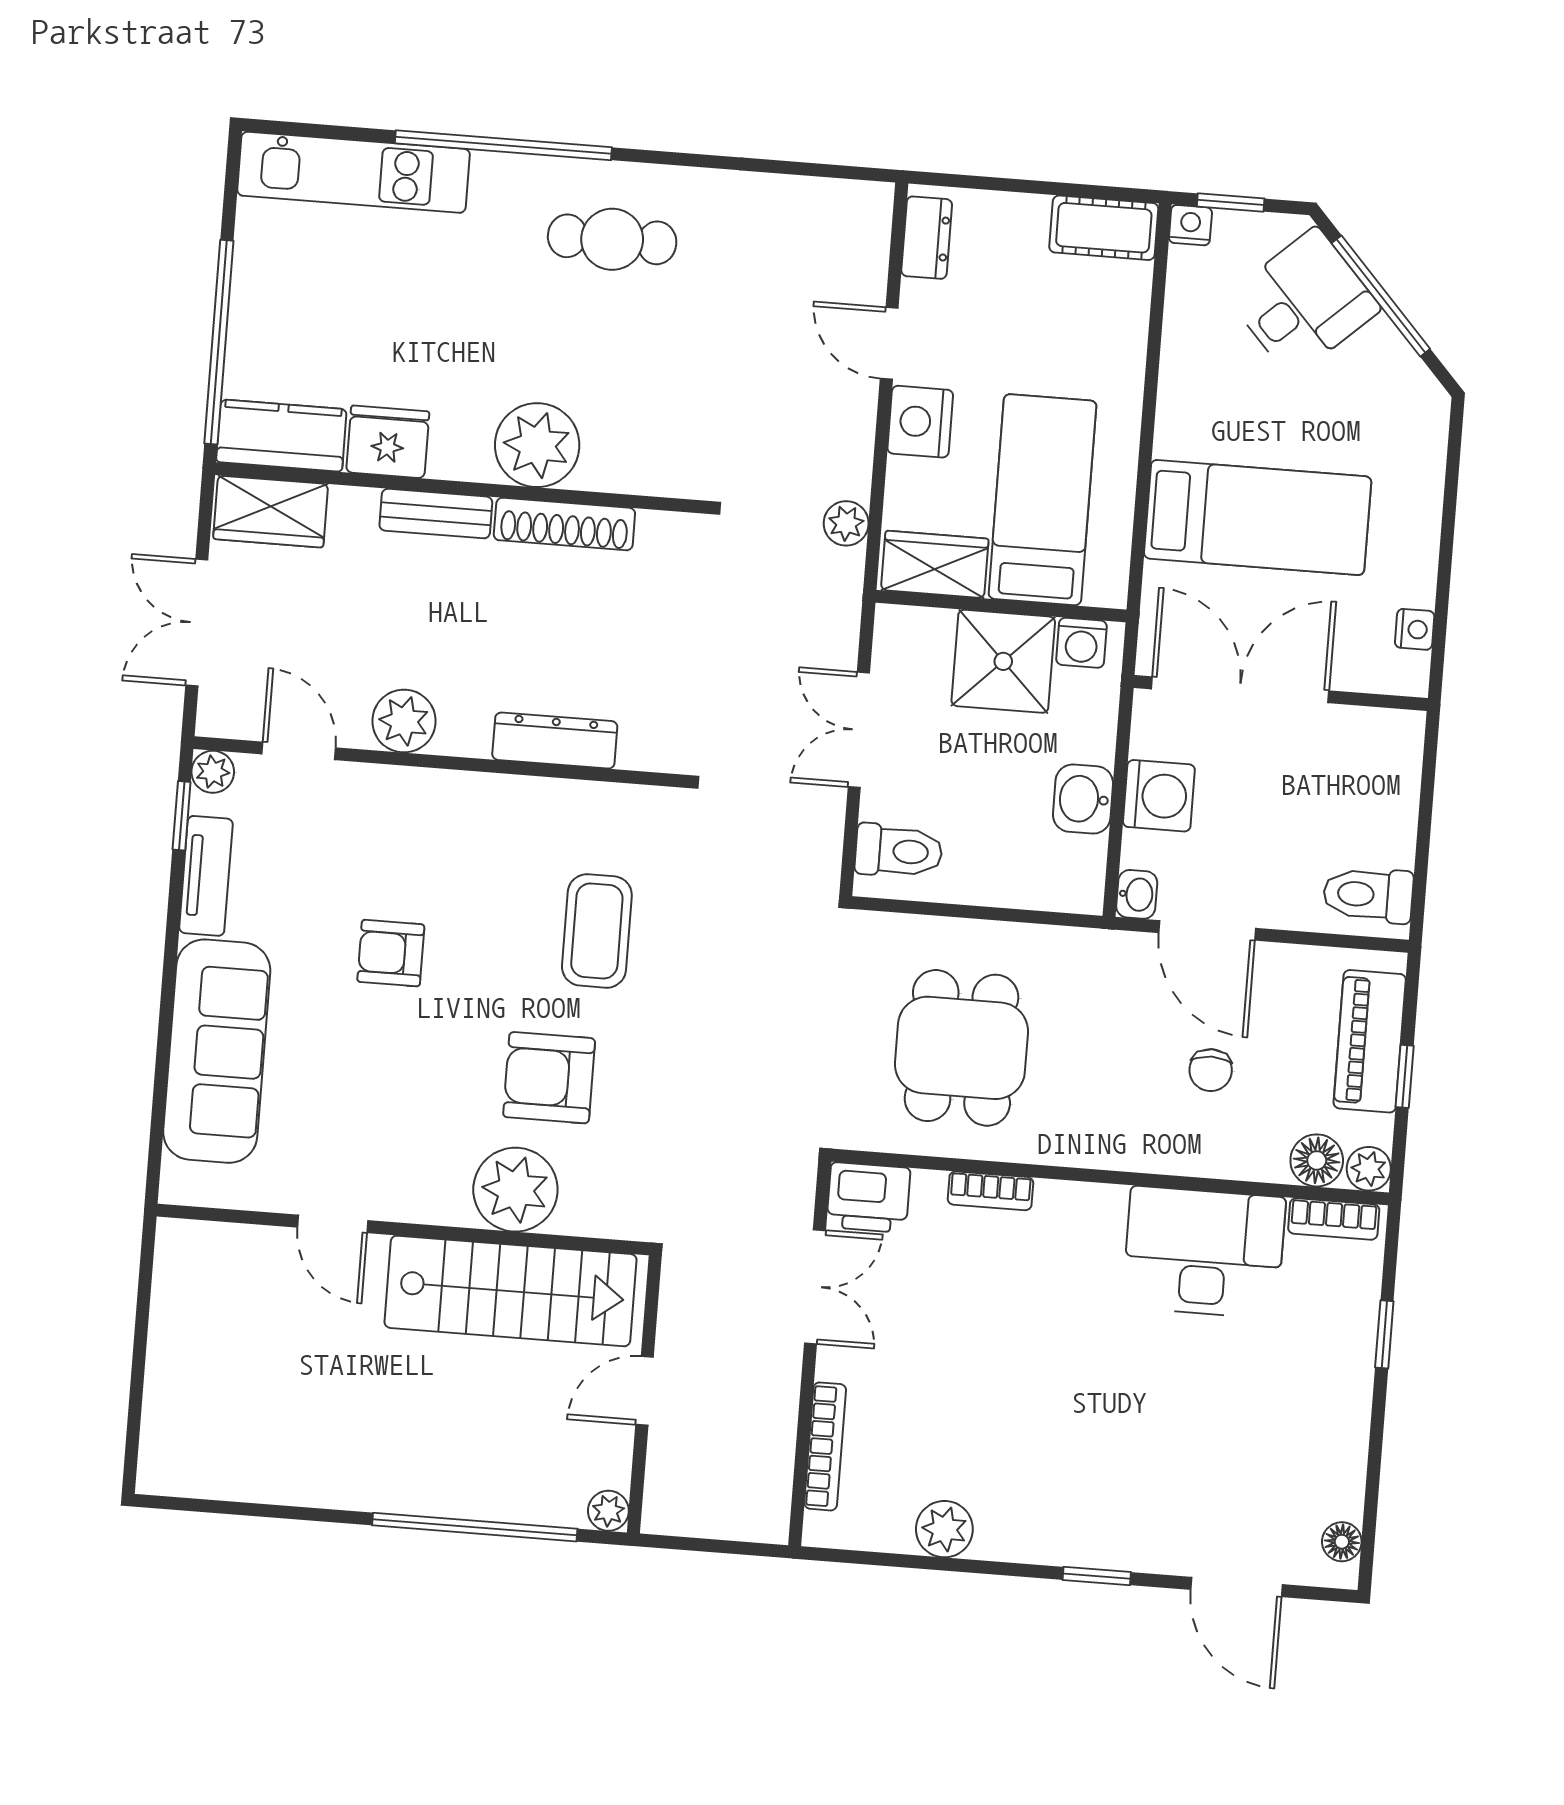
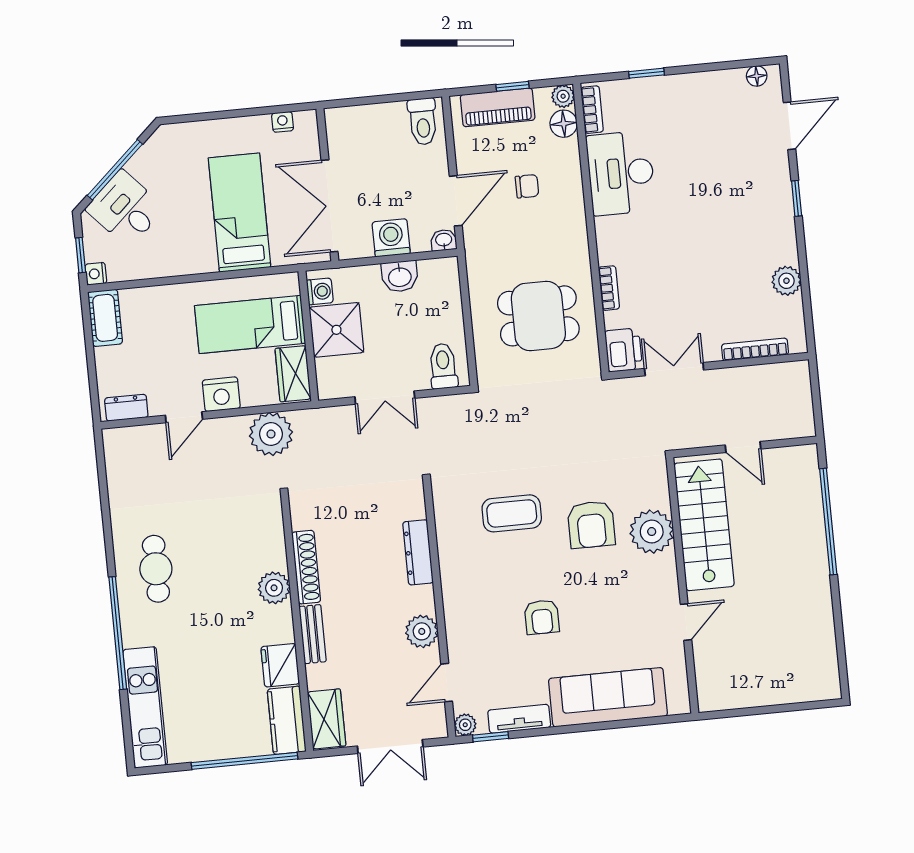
plant: (537, 445) -> (274, 588), width x0.73, depth x0.73
plant: (846, 523) -> (271, 434), width x1.87, depth x1.87
plant: (608, 1511) -> (808, 455), removed

